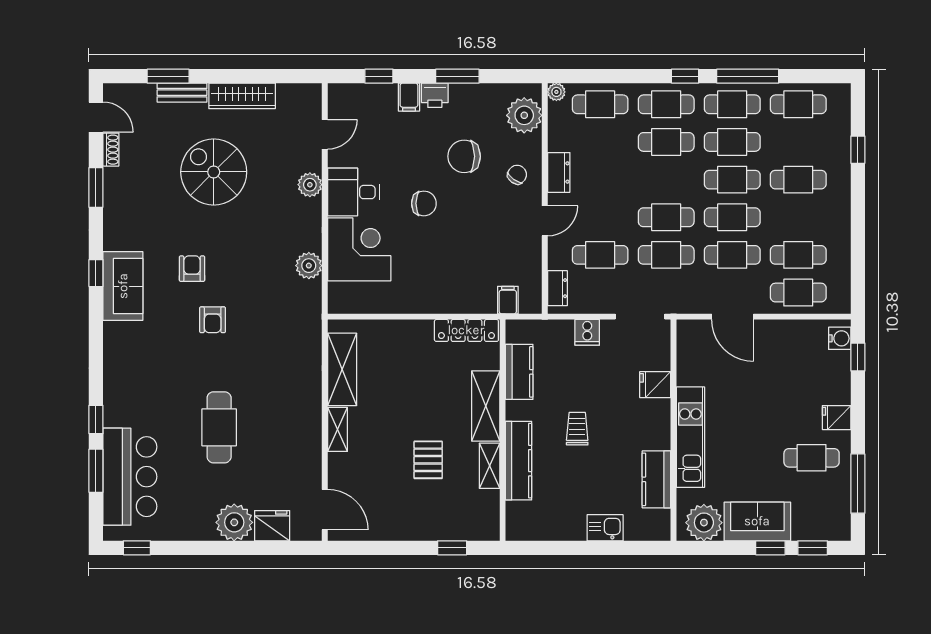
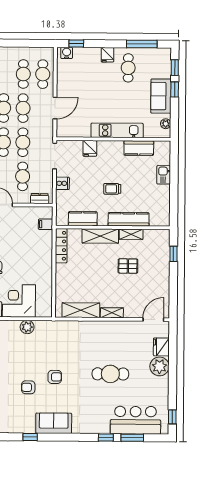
sofa: (123, 286) -> (54, 423), moved
plant: (704, 523) -> (166, 124), width x0.53, depth x0.53

